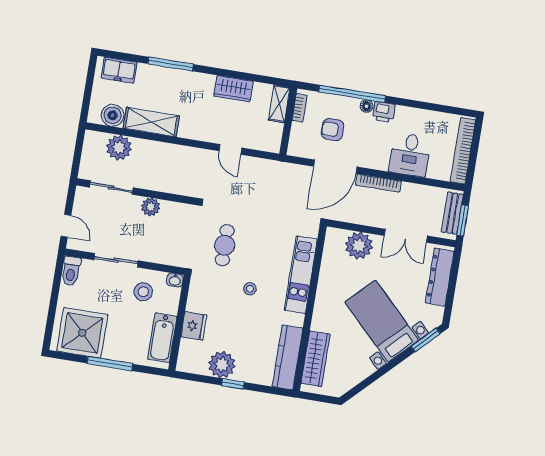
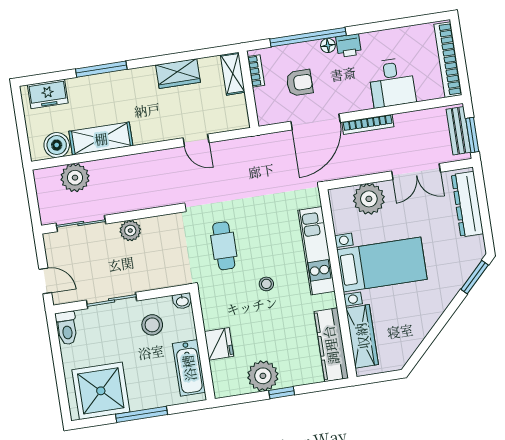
armchair: (333, 130) -> (300, 83), turned 180
bed with nightstands: (382, 321) -> (382, 264), moved, turned 135

